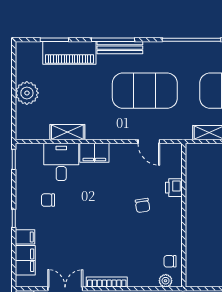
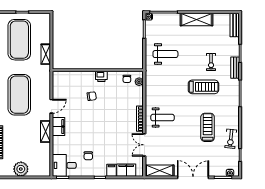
shelving: (67, 132) -> (45, 132), moved
door: (149, 142) -> (51, 106), moved
desk: (61, 162) -> (64, 165), moved
printer: (174, 188) -> (101, 76), moved

